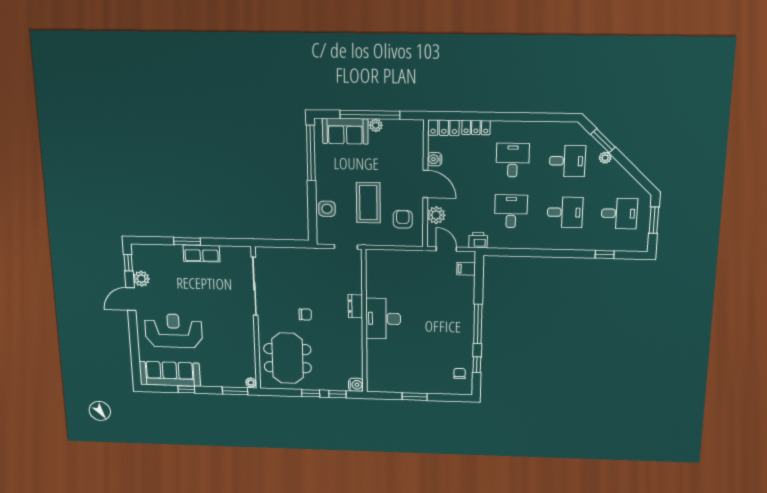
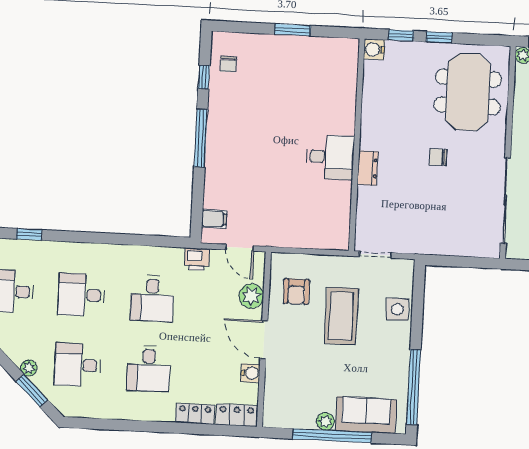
desk: (383, 319) -> (330, 157), width x0.73

